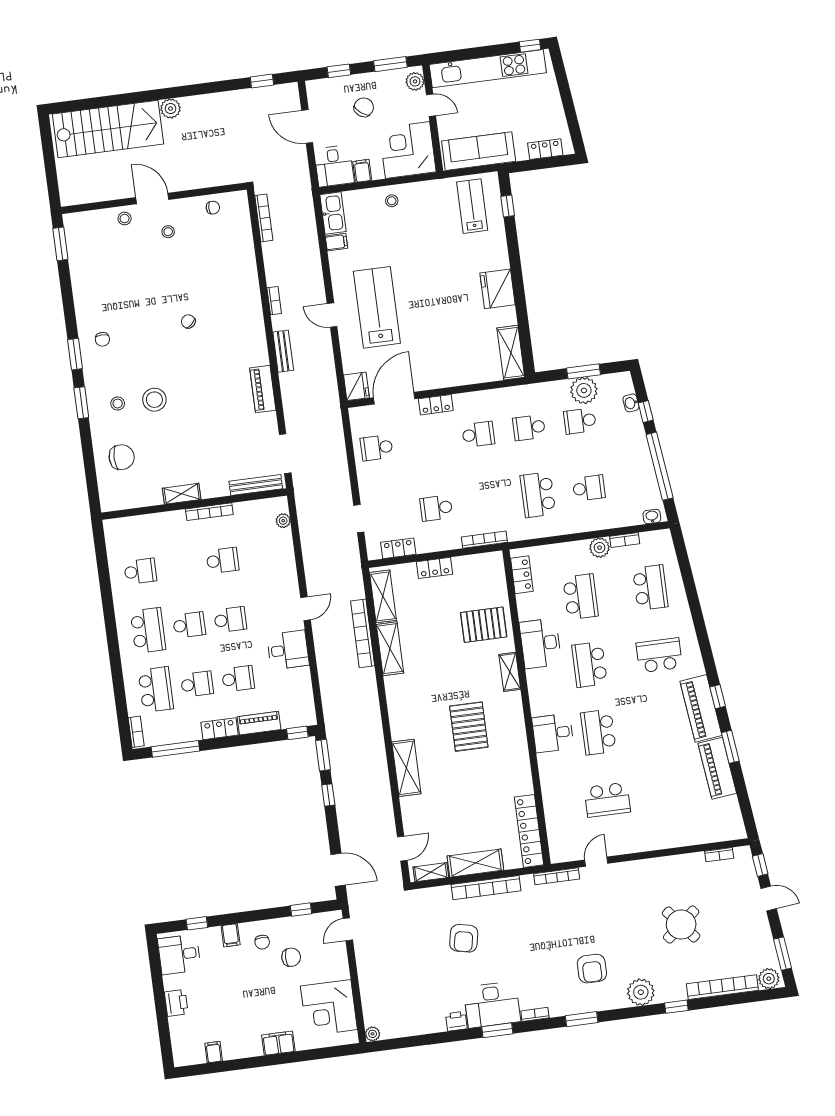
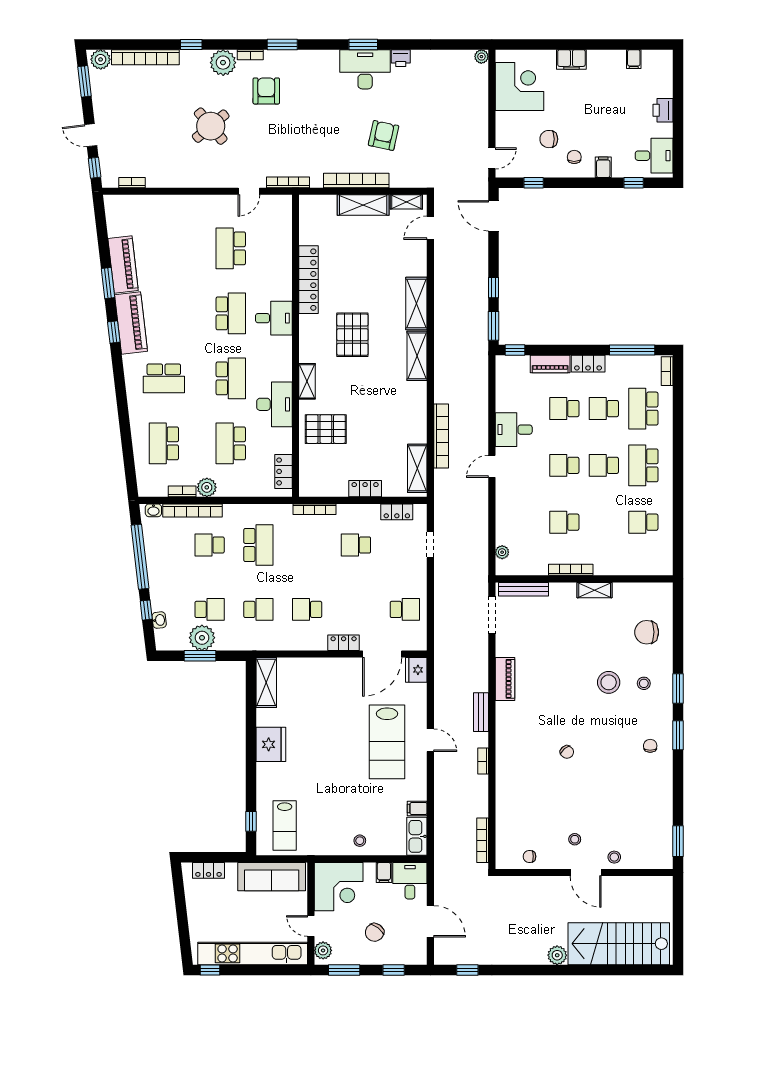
school desk: (436, 508) -> (356, 545), turned 180
bookcase: (611, 522) -> (192, 511), added
shelving: (390, 649) -> (417, 356), moved
school desk: (607, 800) -> (231, 248), turned -90
locker: (529, 831) -> (309, 280), moved
round table: (681, 925) -> (211, 126), moved
bookcase: (535, 1014) -> (250, 55), moved

